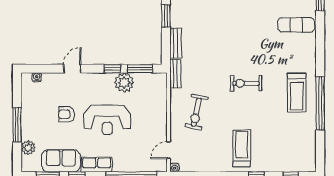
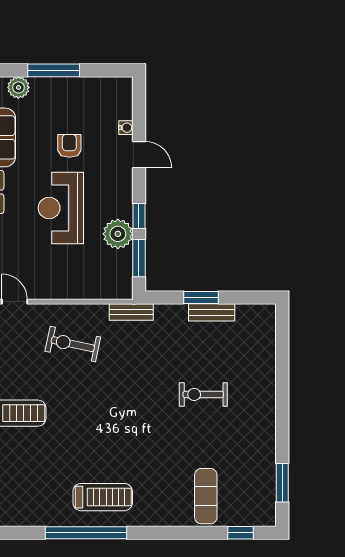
window: (166, 16) -> (201, 298), moved
bench: (176, 43) -> (212, 312), moved
water cooler: (37, 77) -> (126, 128), moved
exercise bike: (246, 83) -> (203, 394), moved, turned -90
treadmill: (297, 92) -> (103, 497), turned 180

